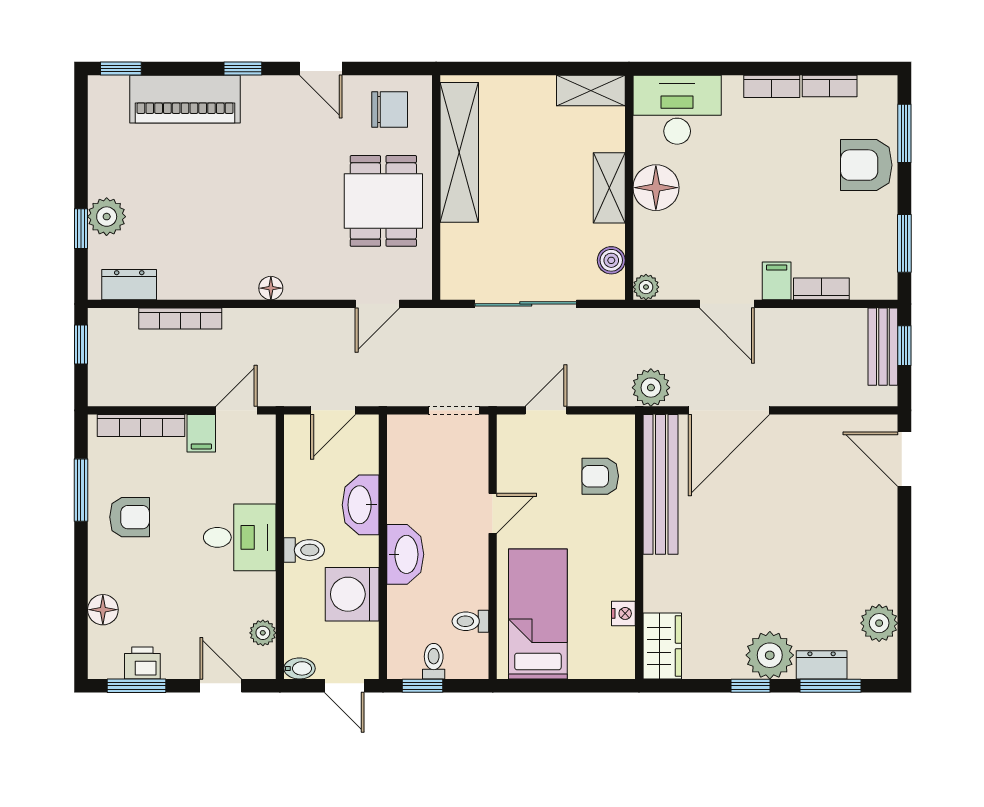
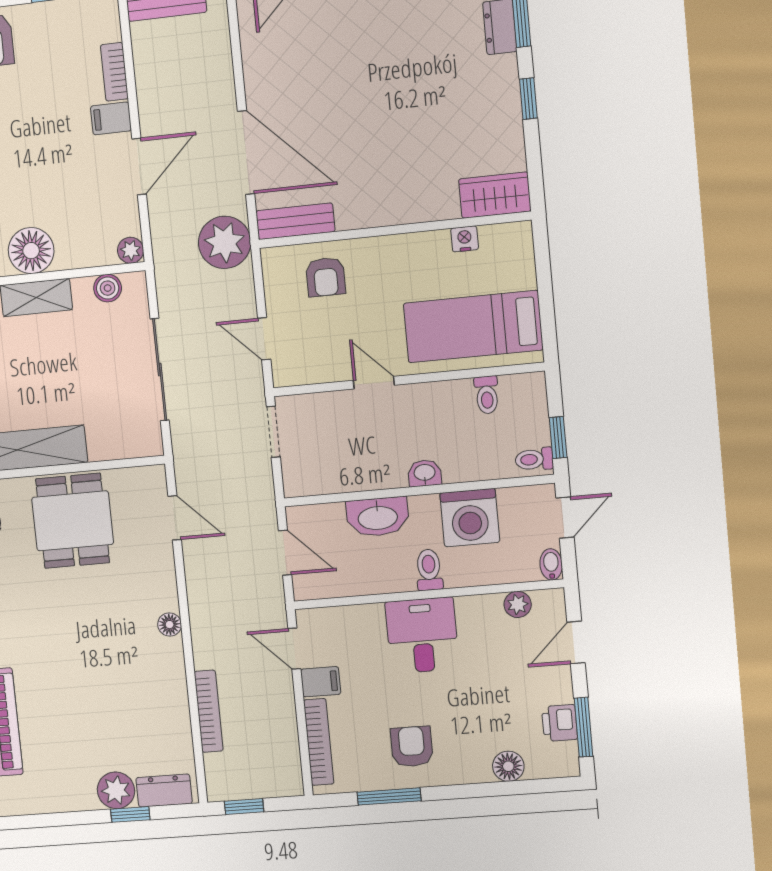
dining table: (383, 201) -> (73, 521), turned 90
dresser: (129, 285) -> (164, 791), moved, turned 90
plant: (651, 388) -> (225, 242), width x1.36, depth x1.36
bench: (660, 484) -> (295, 221), width x0.54, depth x0.82
washbasin: (405, 554) -> (425, 473), width x0.52, depth x0.69
plant: (770, 655) -> (495, 82), removed
toilet: (434, 661) -> (534, 459), moved

